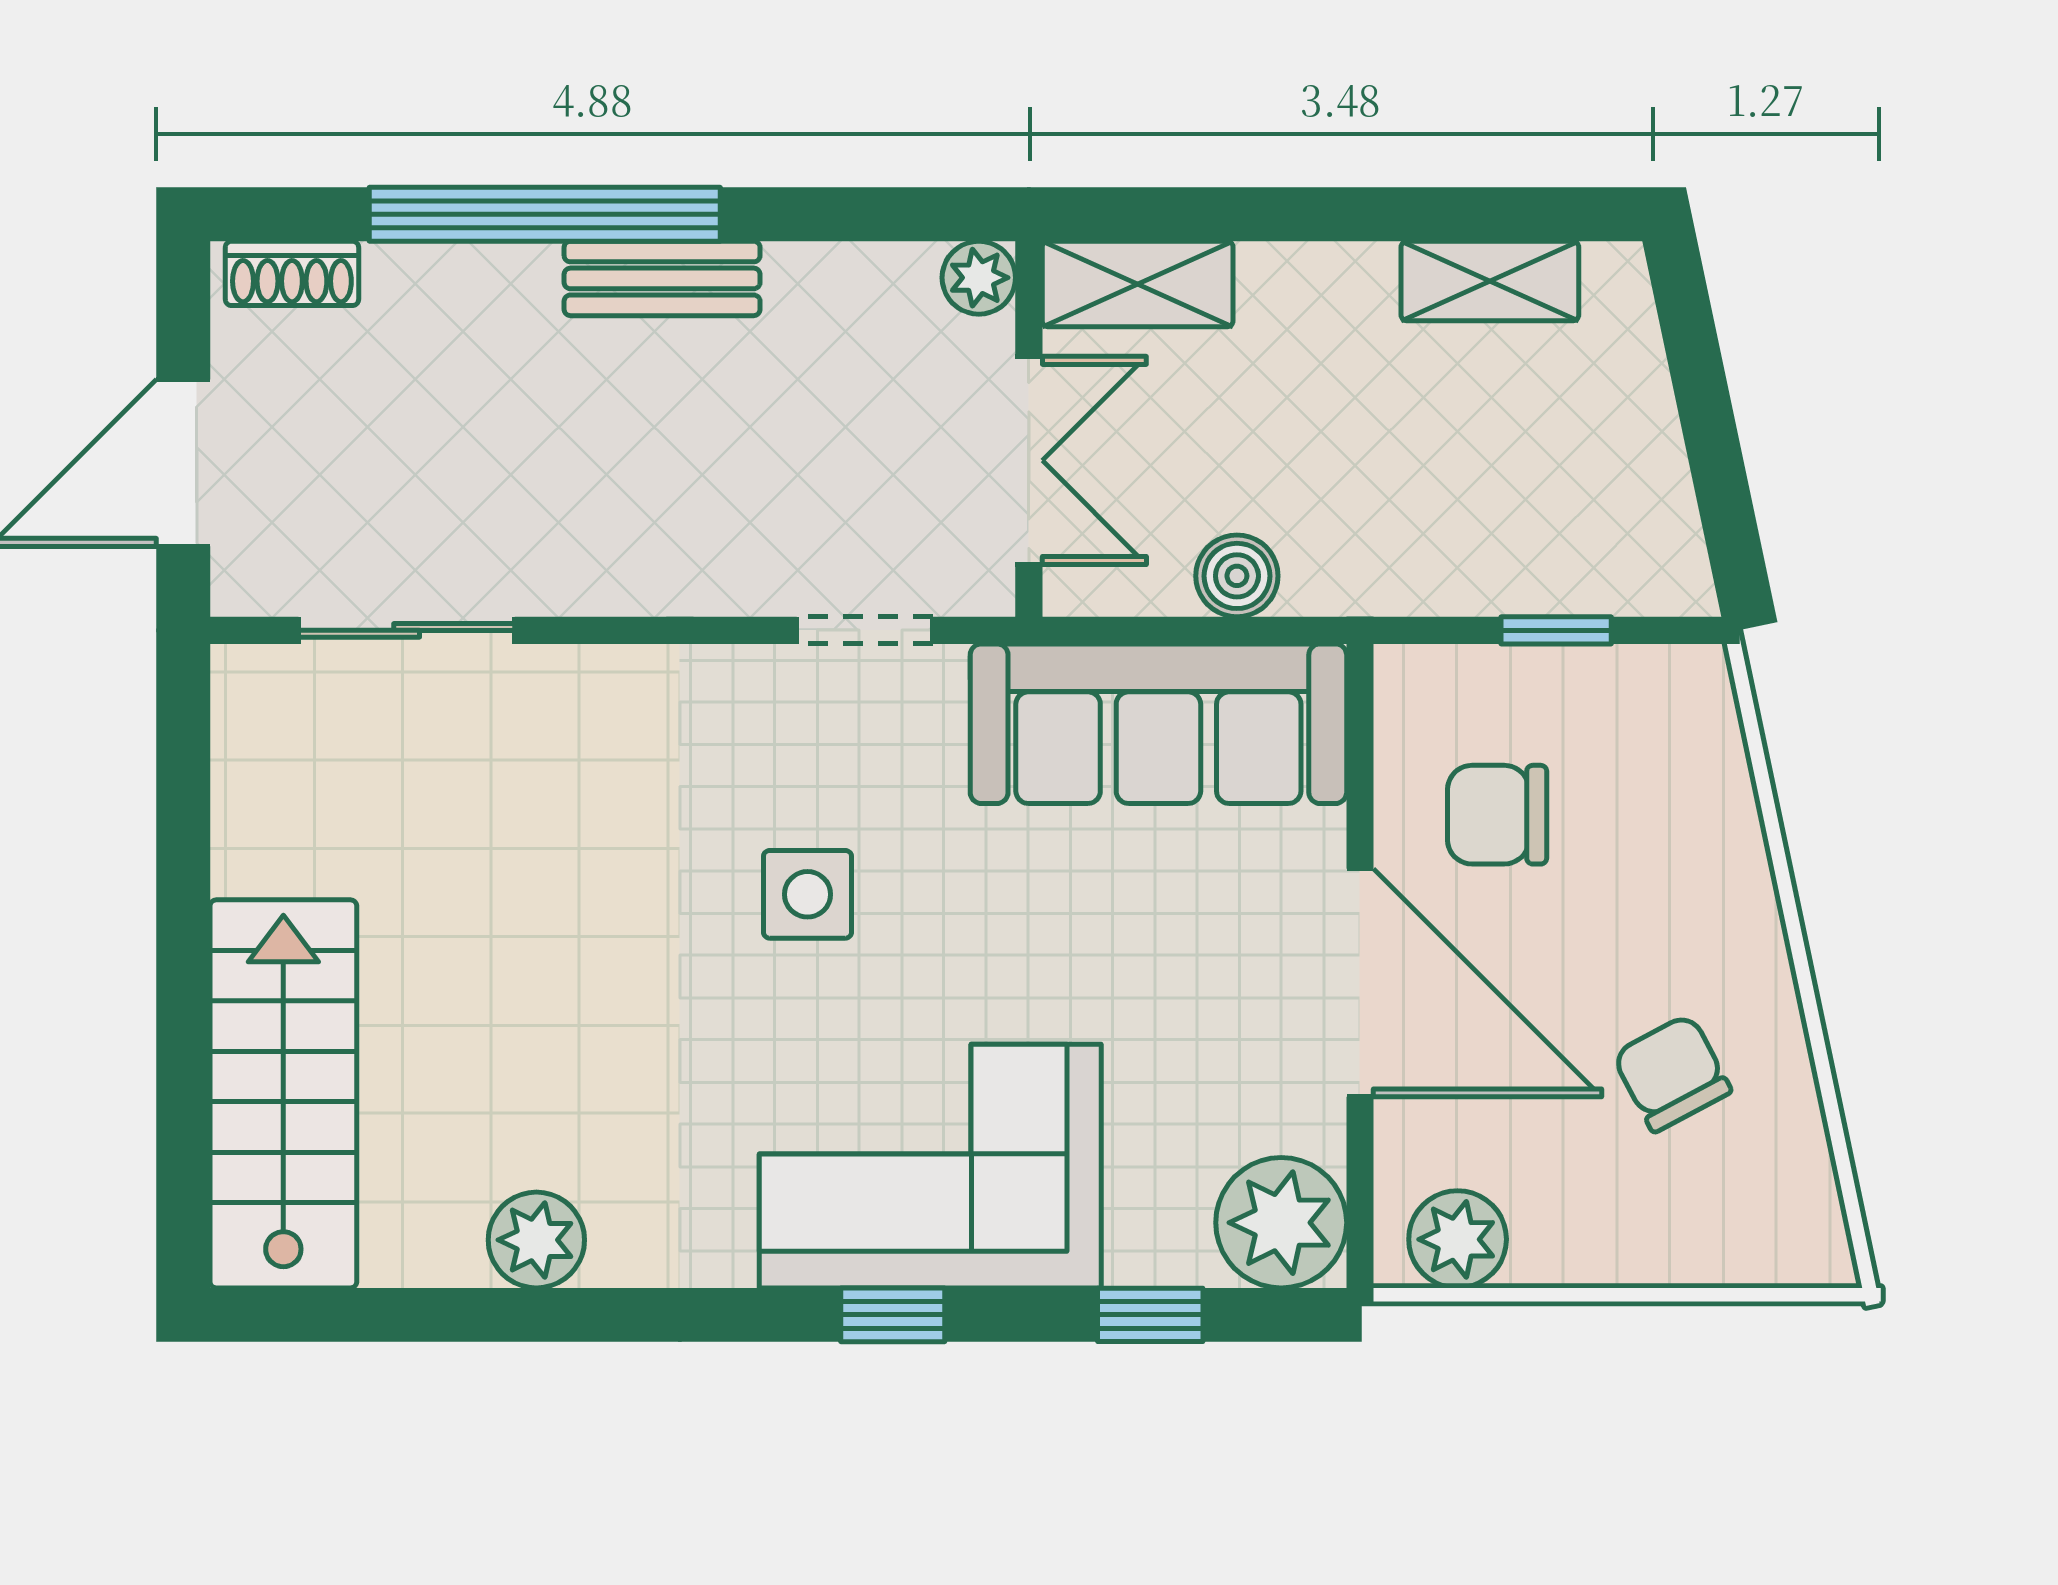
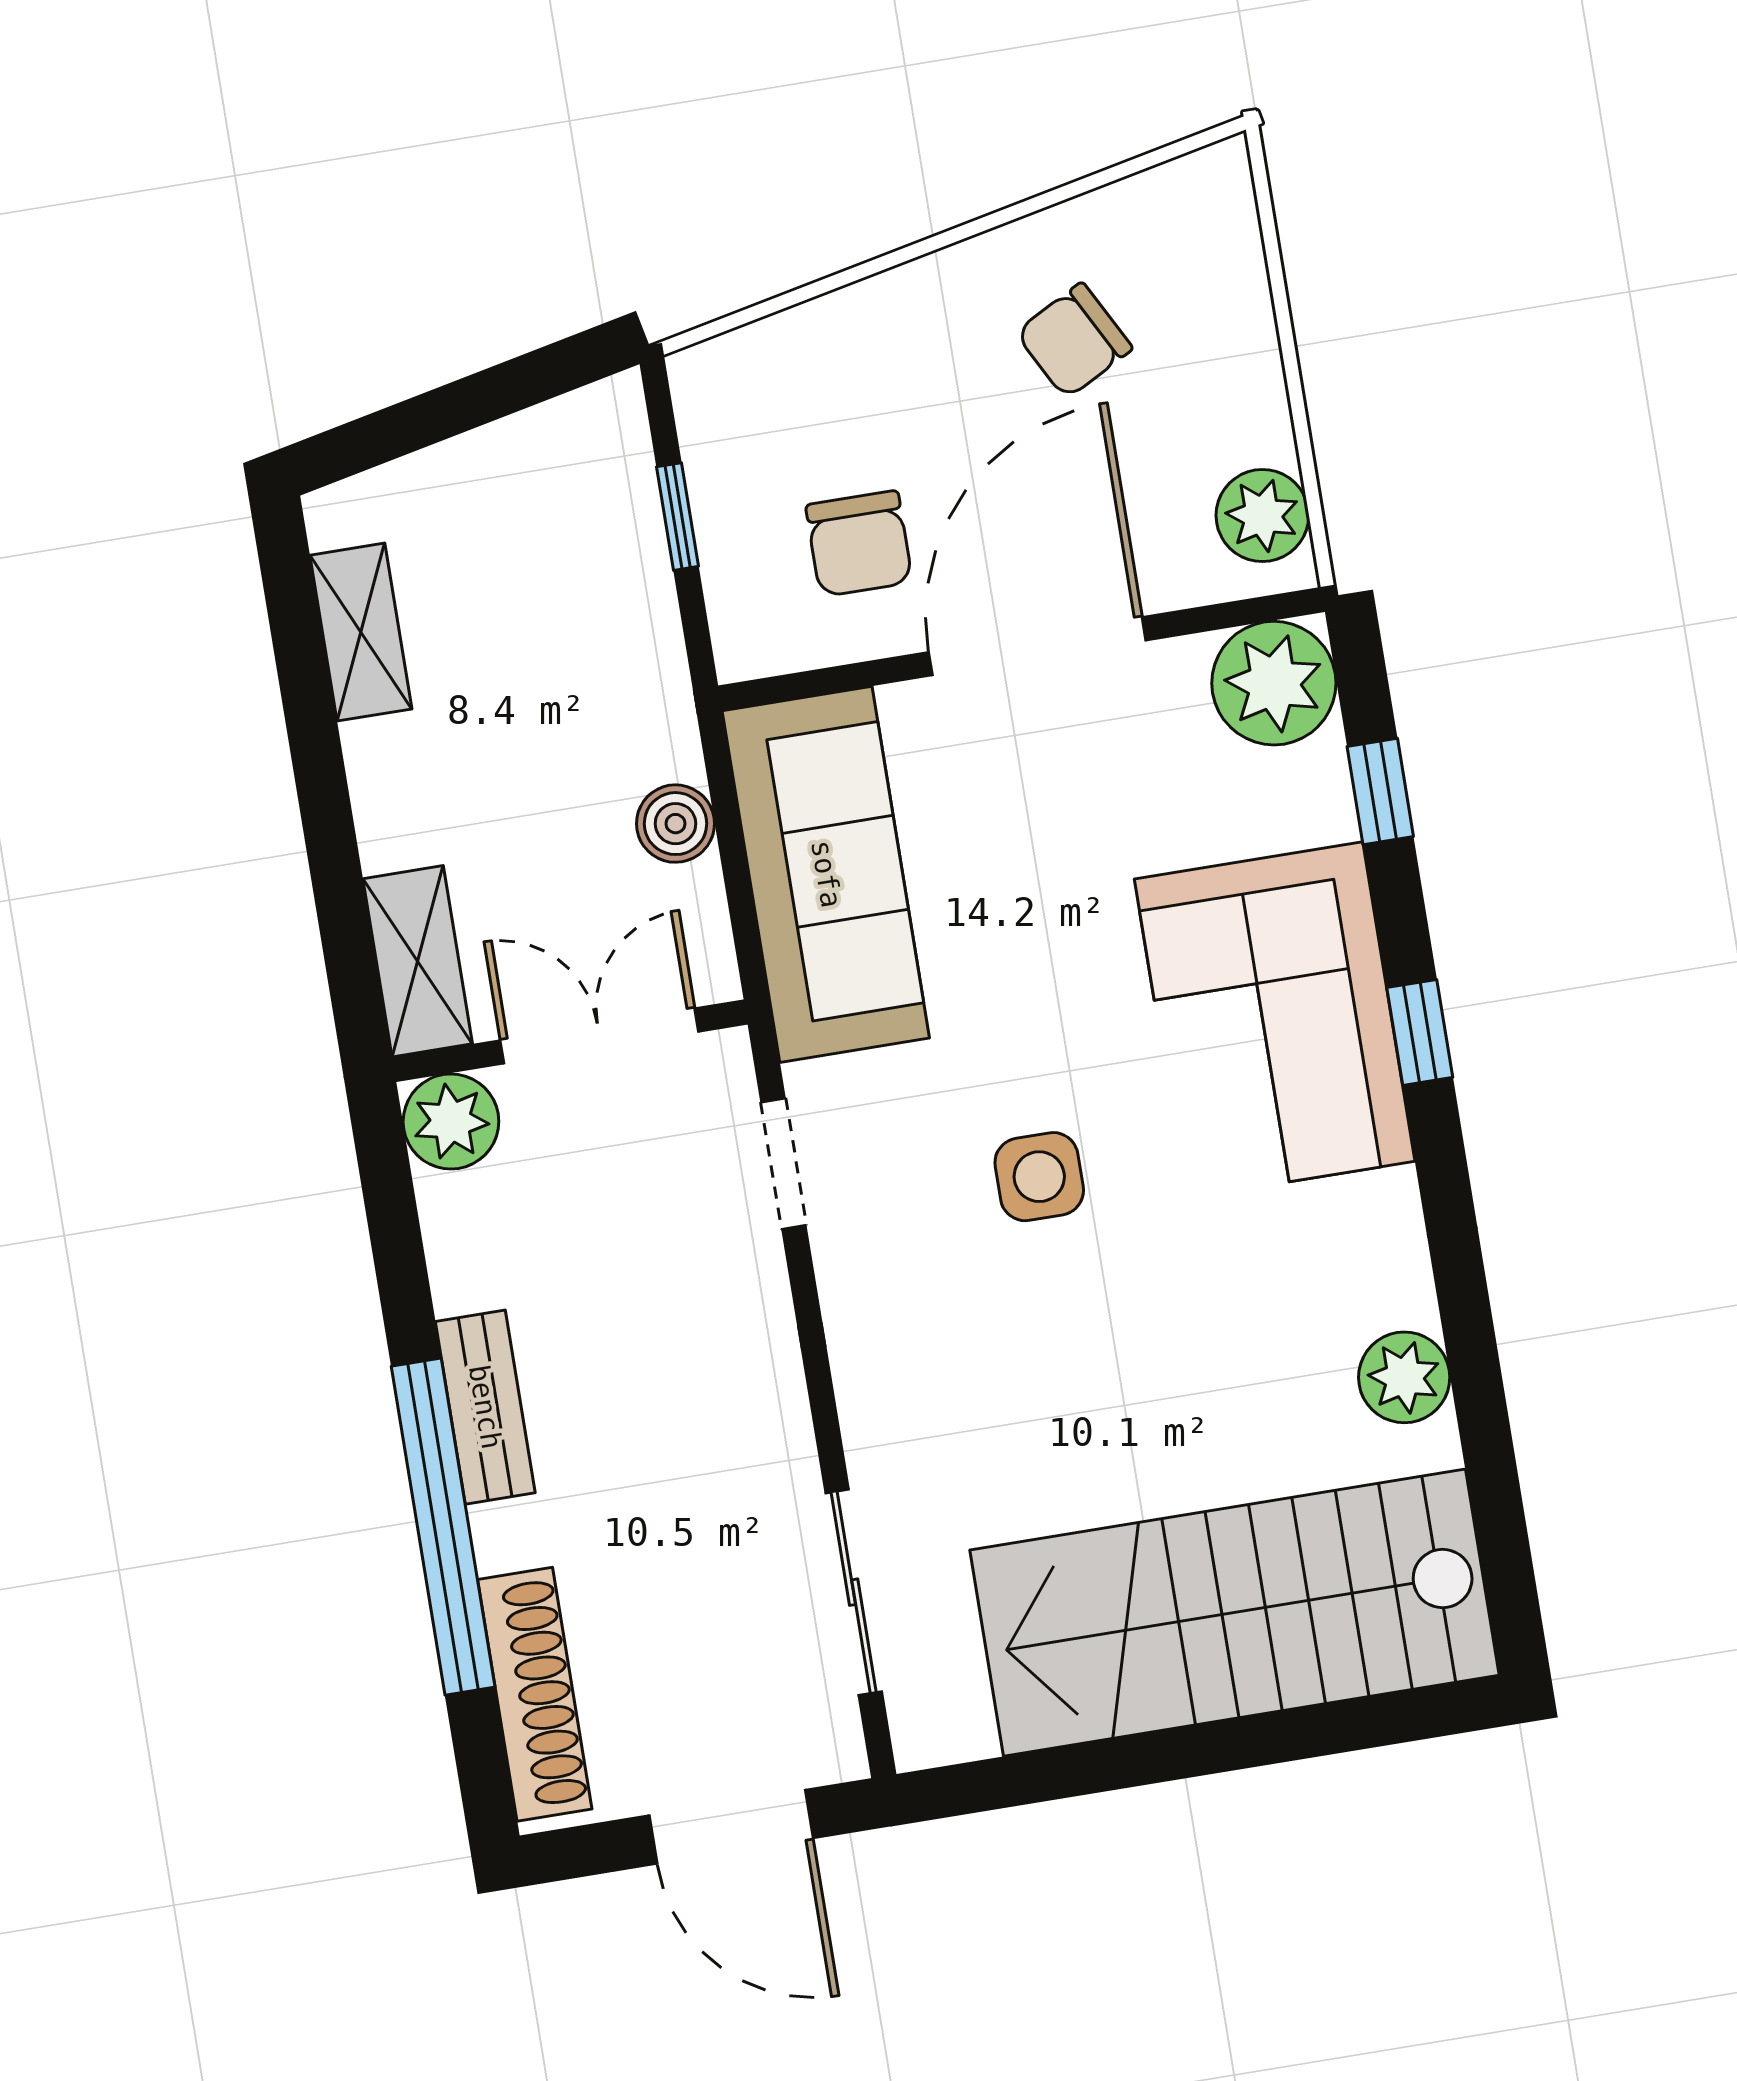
shoe rack: (292, 273) -> (535, 1694), width x1.94, depth x1.24
plant: (979, 278) -> (451, 1122), width x1.38, depth x1.38
stairs: (283, 1094) -> (1235, 1613), width x1.36, depth x1.51

